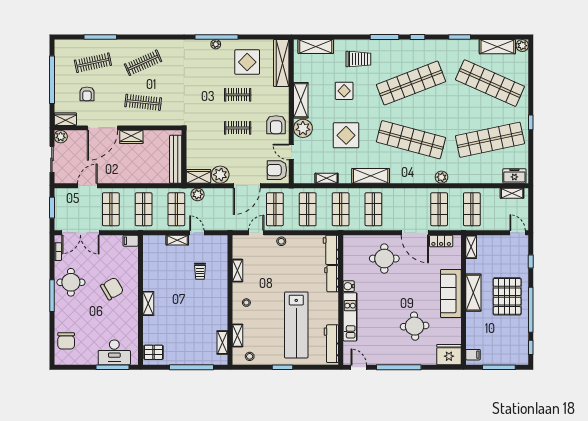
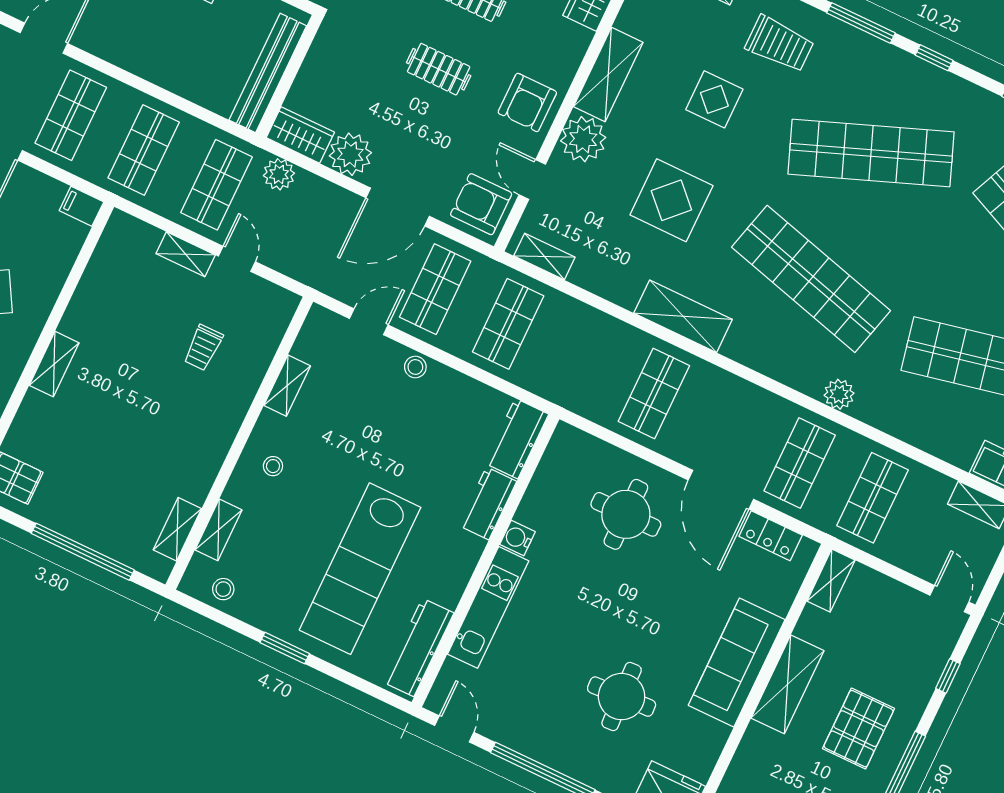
shelving: (327, 178) -> (544, 257), moved
shop shelf: (341, 209) -> (581, 359), removed
pallet: (507, 296) -> (859, 729), width x0.73, depth x0.71

